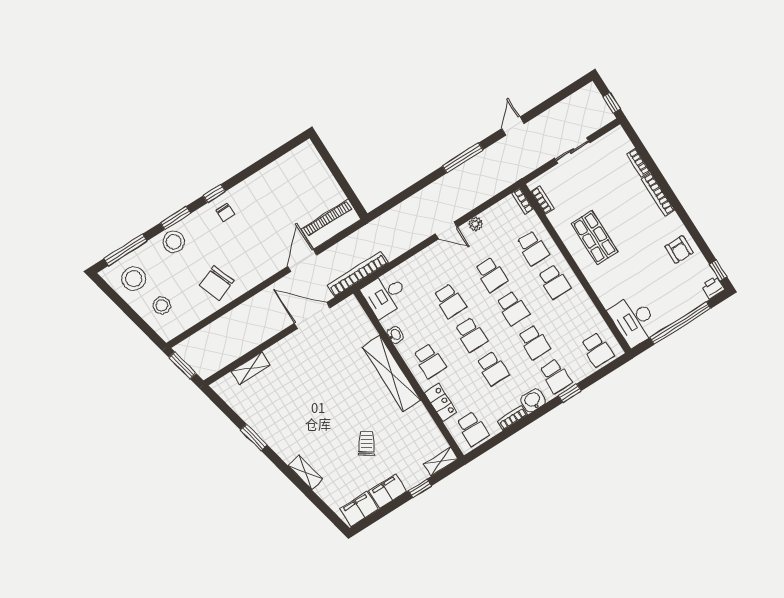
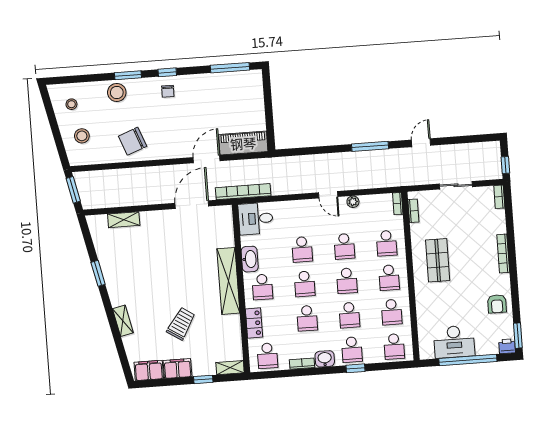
bookcase: (638, 163) -> (499, 197), moved
window: (125, 250) -> (230, 68), moved
window: (718, 271) -> (518, 336), width x1.50
stool: (134, 279) -> (71, 104), width x0.53, depth x0.53
door: (312, 316) -> (192, 205), hinge flipped
school desk: (576, 316) -> (392, 312), added
desk: (634, 320) -> (454, 342), moved, turned -90
washbasin: (395, 335) -> (250, 259), width x1.91, depth x1.45
trolley: (367, 443) -> (181, 324), width x1.36, depth x1.39

